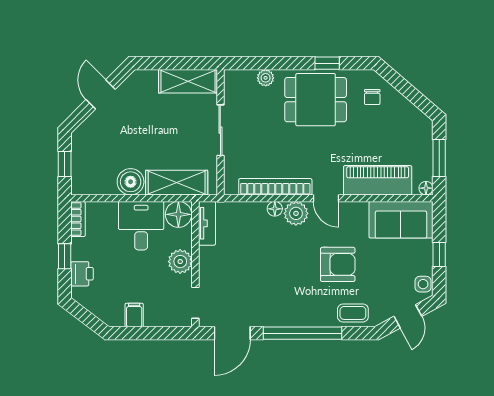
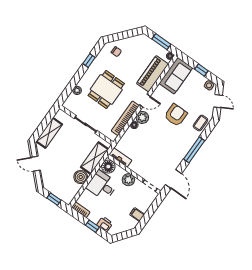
shelving: (188, 81) -> (49, 133), moved
dining table: (316, 100) -> (106, 89), moved
window: (303, 333) -> (194, 150), width x0.68

